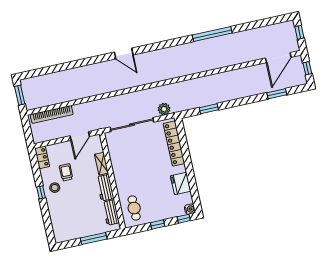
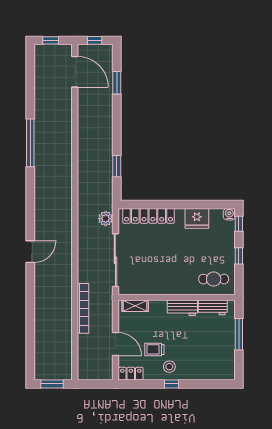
bookcase: (52, 114) -> (83, 308), moved
door: (80, 136) -> (115, 344), moved
shelving: (101, 164) -> (135, 306), moved

